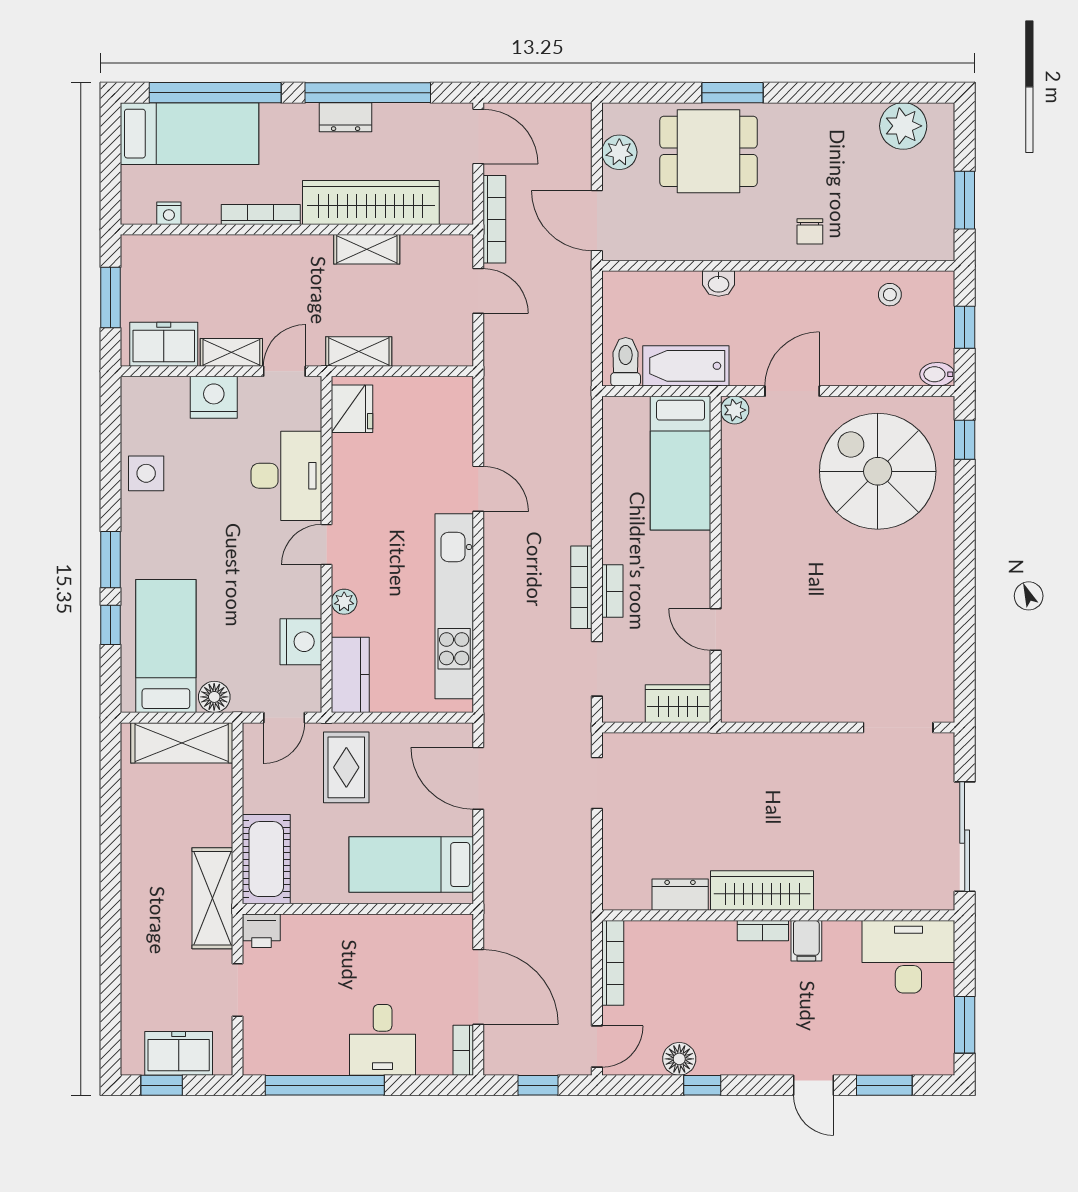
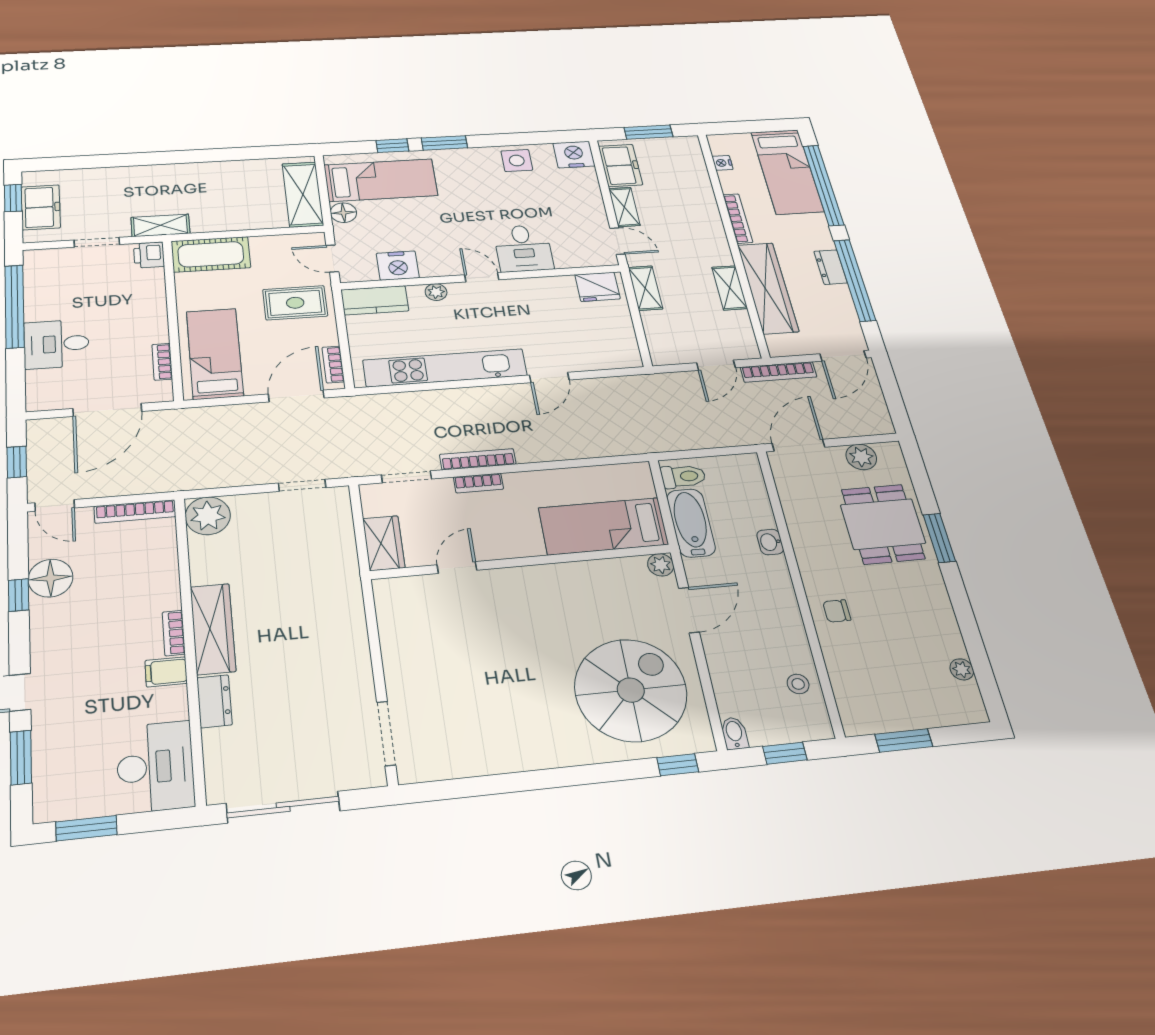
plant: (903, 126) -> (962, 669), width x0.53, depth x0.53
door: (792, 391) -> (689, 610), hinge flipped
nightstand: (214, 397) -> (574, 155), moved, turned -90
desk: (286, 476) -> (523, 248), width x0.73
bookcase: (438, 733) -> (333, 365), added
plant: (626, 887) -> (208, 516), added
dresser: (680, 895) -> (214, 701), moved
shelving: (212, 898) -> (160, 225), width x0.67, depth x0.75
bookcase: (463, 1050) -> (162, 362), moved, turned -90
floor lamp: (679, 1059) -> (50, 578), width x1.38, depth x1.38

